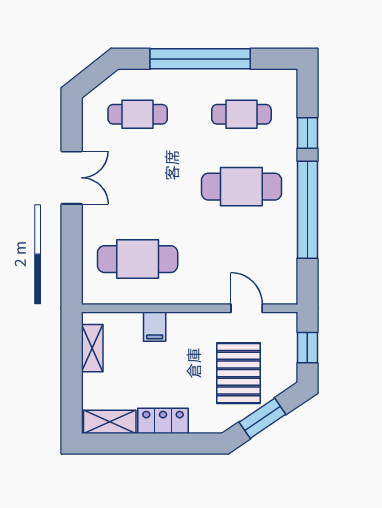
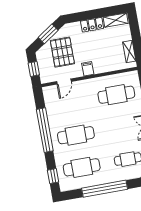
cafe table: (241, 114) -> (82, 167), width x1.37, depth x1.35
window: (307, 133) -> (53, 176), moved
door: (247, 308) -> (64, 82), hinge flipped
filing cabinet: (155, 327) -> (88, 69), moved

